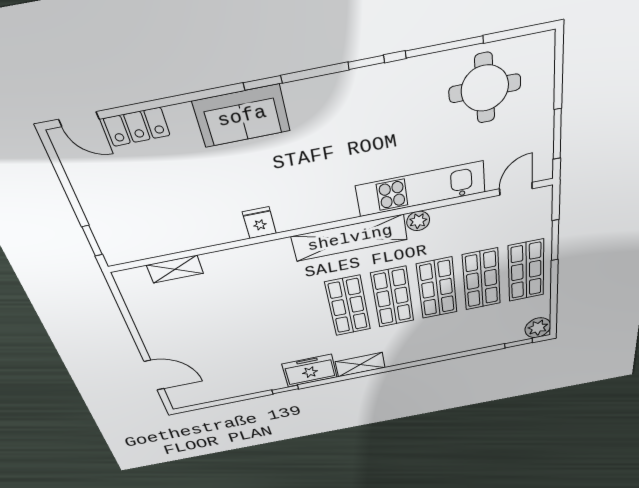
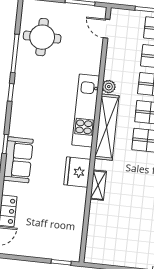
kitchen unit: (421, 189) -> (86, 111), moved
fridge: (259, 223) -> (77, 172), width x1.88, depth x1.34
shelving: (175, 269) -> (98, 185), moved

